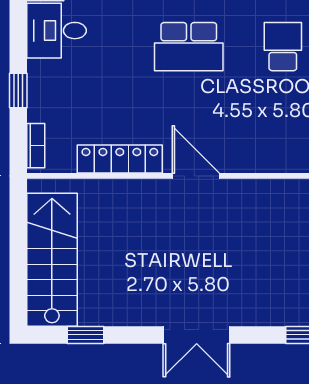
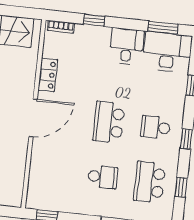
locker: (120, 159) -> (48, 75), width x0.66
door: (196, 176) -> (33, 118), width x1.36

